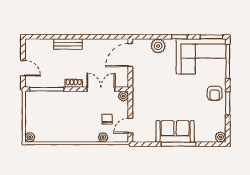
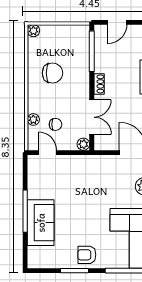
chair: (65, 122) -> (52, 73), added
sofa: (175, 131) -> (41, 223), moved
plant: (221, 137) -> (34, 262), removed

